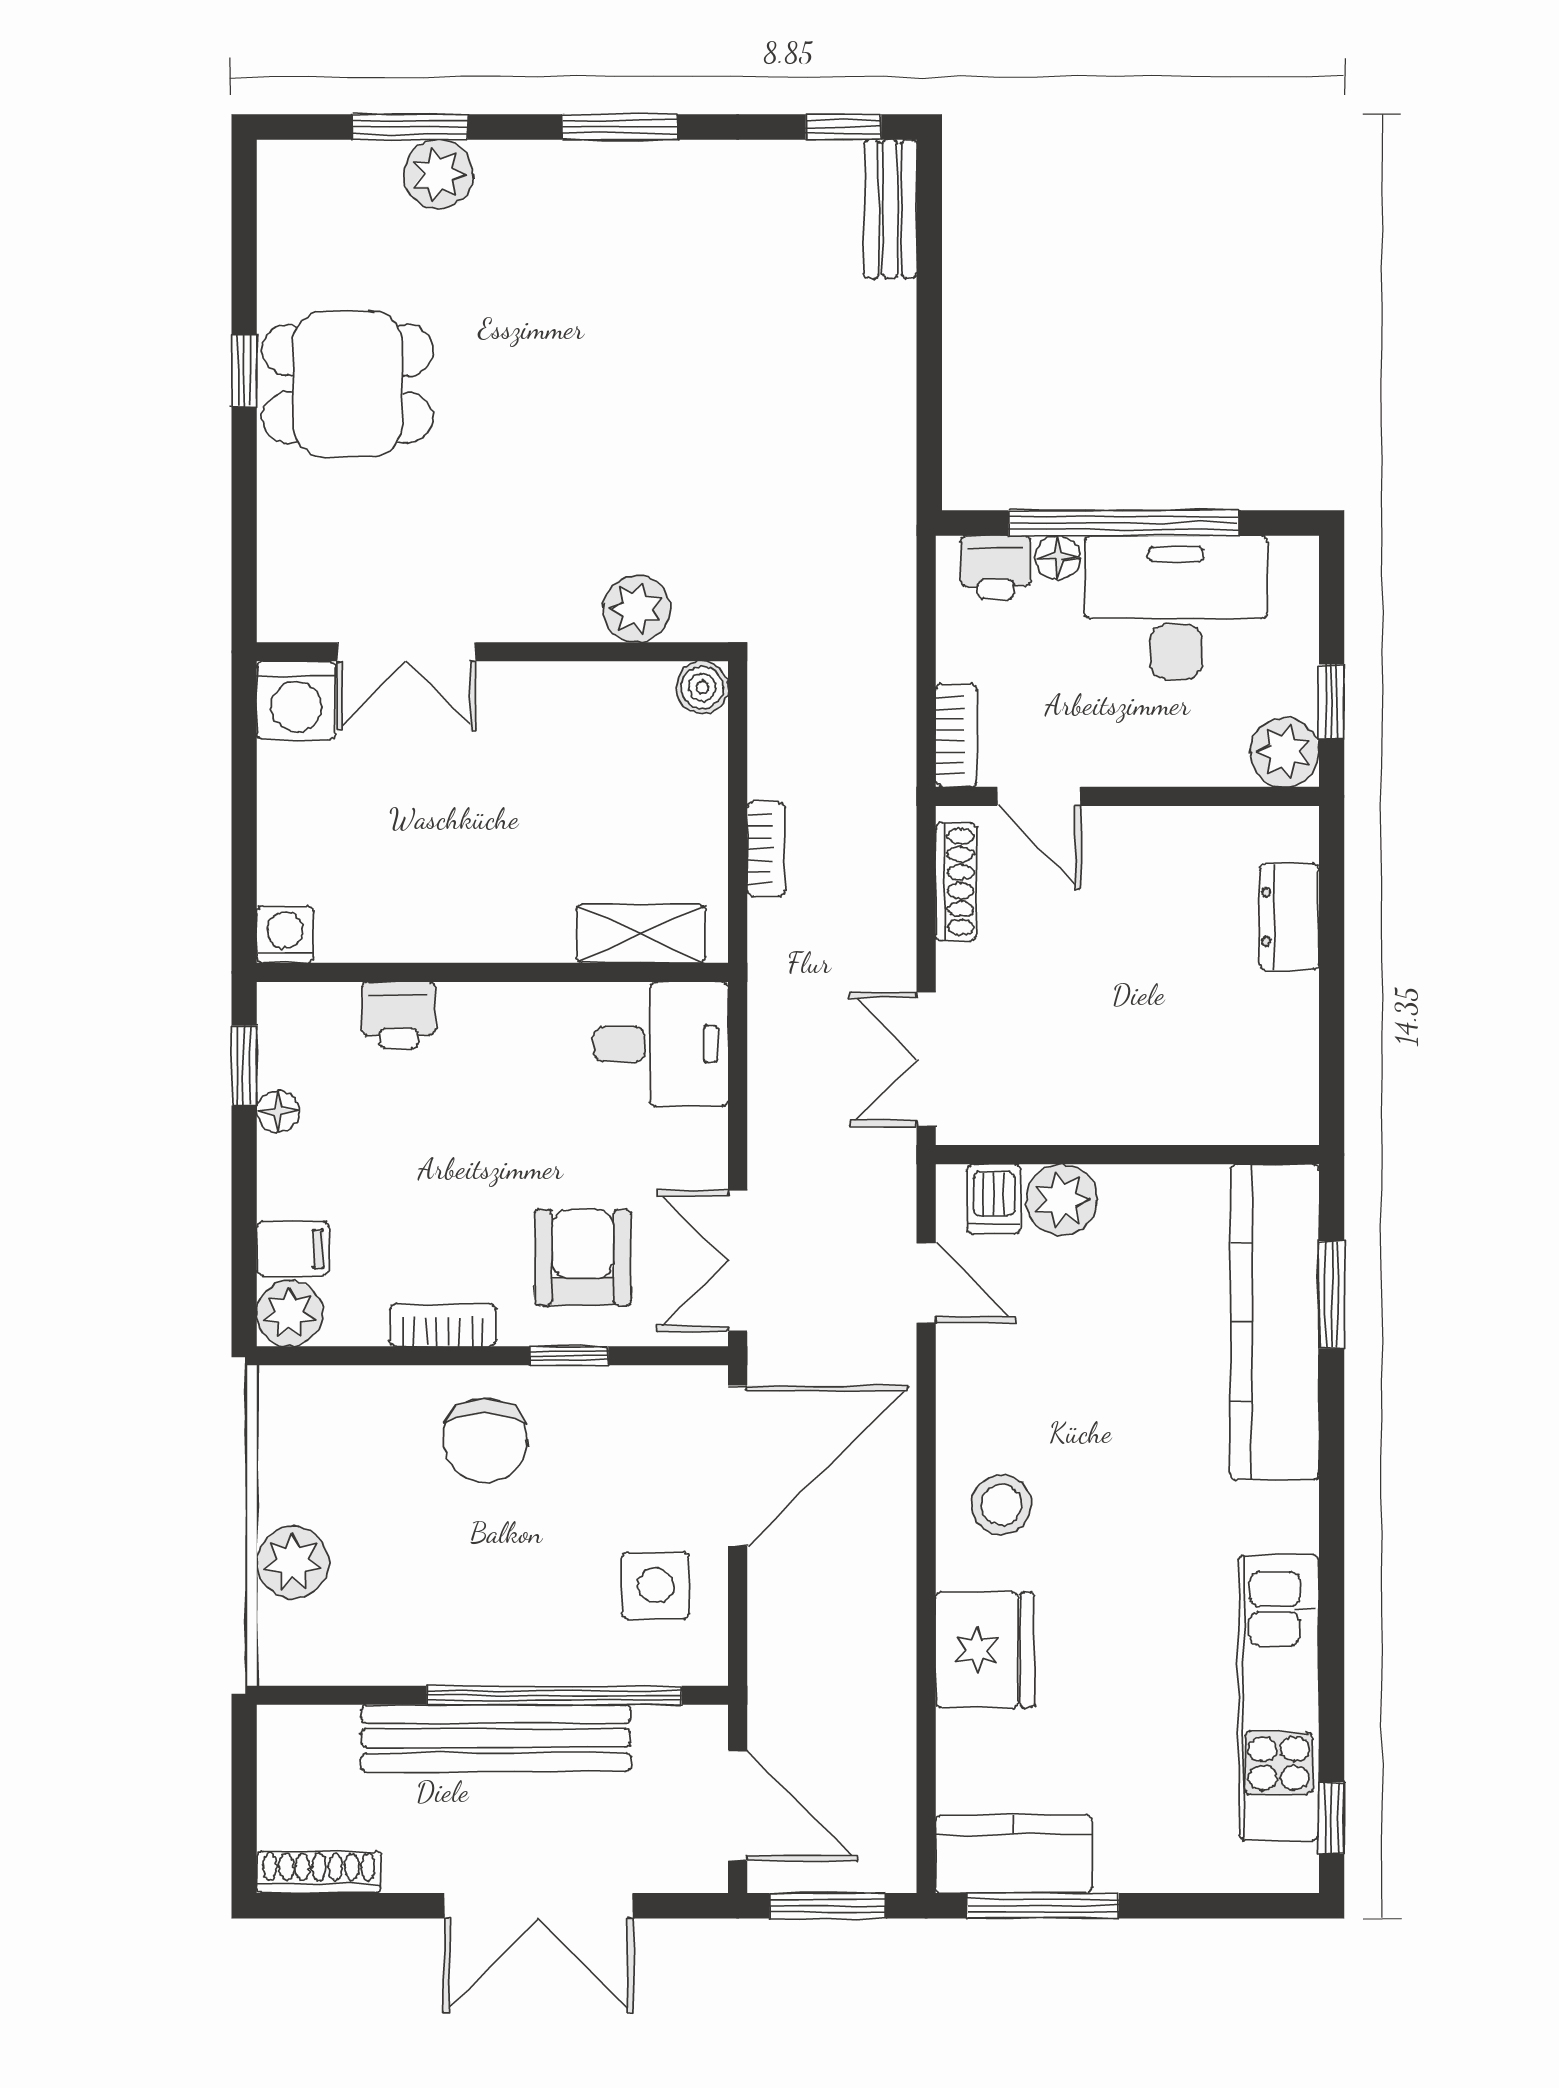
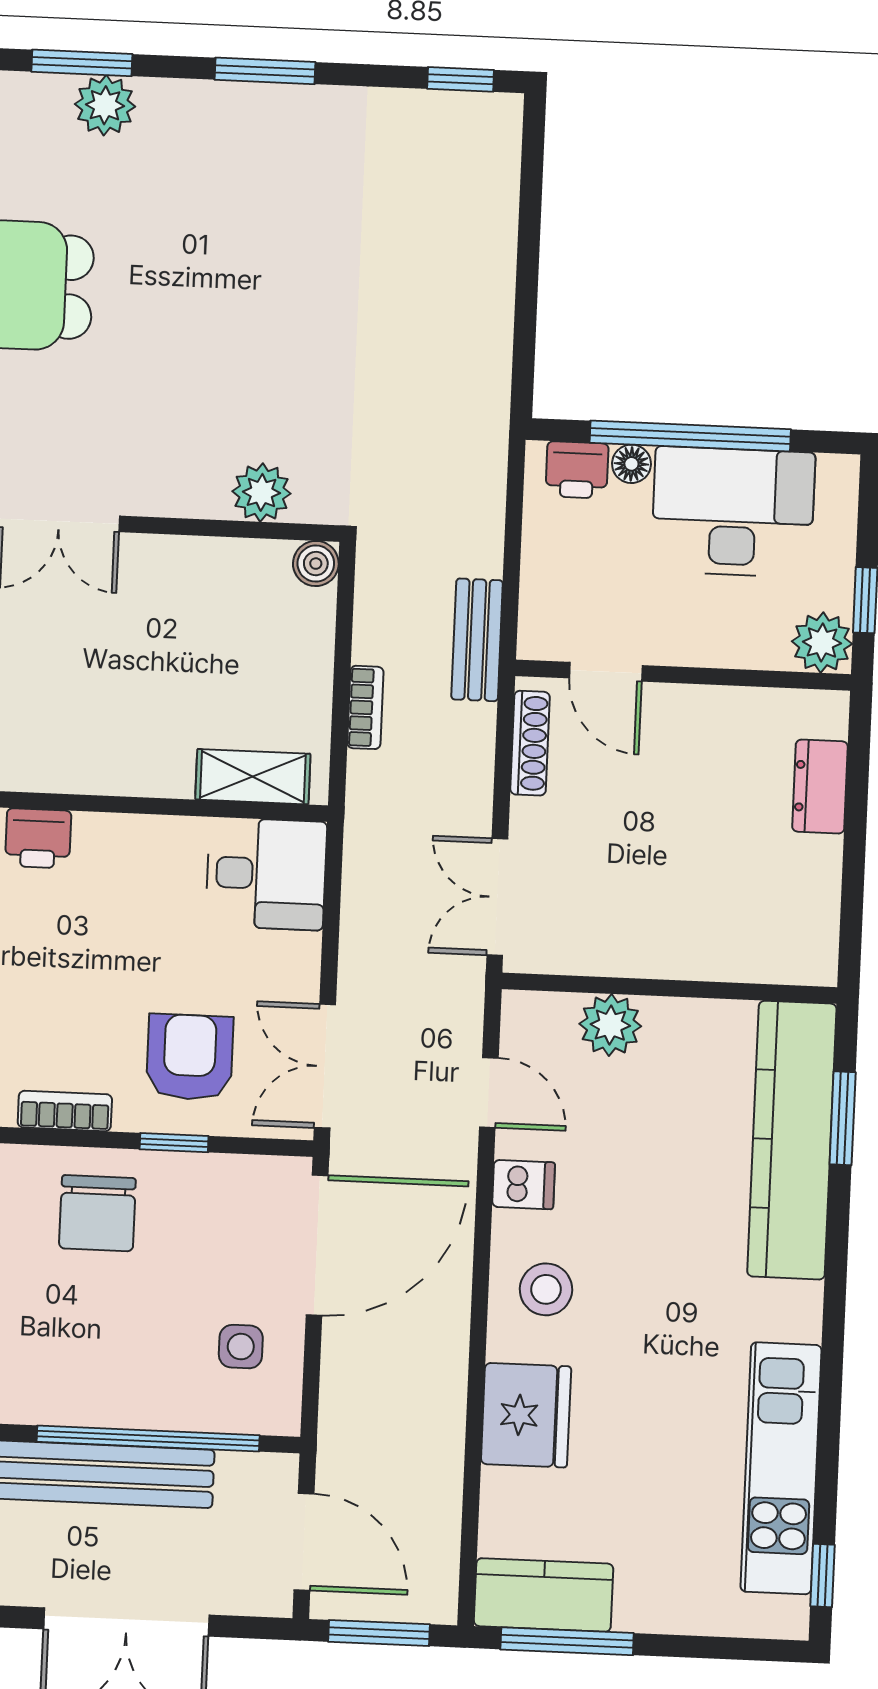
bench: (890, 209) -> (477, 640), moved
bookcase: (956, 735) -> (536, 615), removed
dishwasher: (994, 1199) -> (524, 1185), moved, turned -90
side table: (656, 1585) -> (241, 1347), width x0.73, depth x0.73

